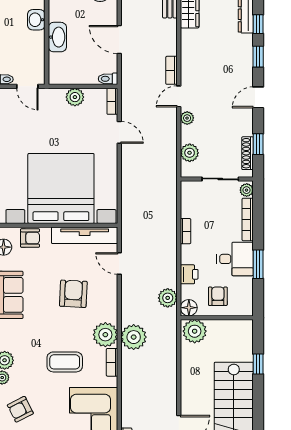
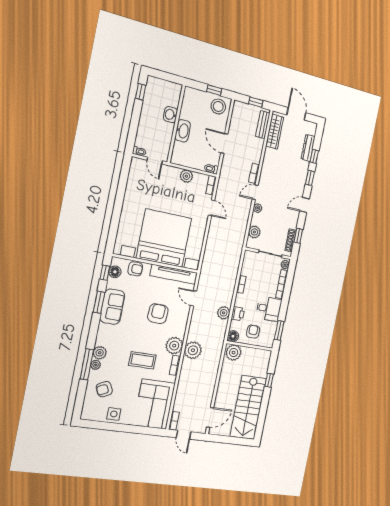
window: (258, 264) -> (279, 330), moved
plant: (168, 298) -> (224, 313), moved

